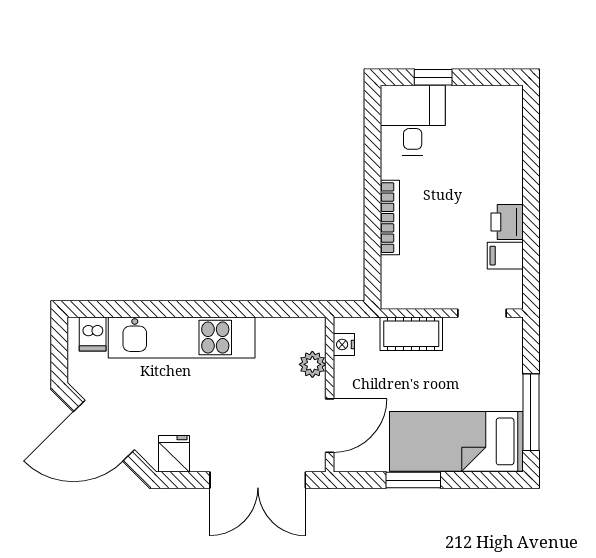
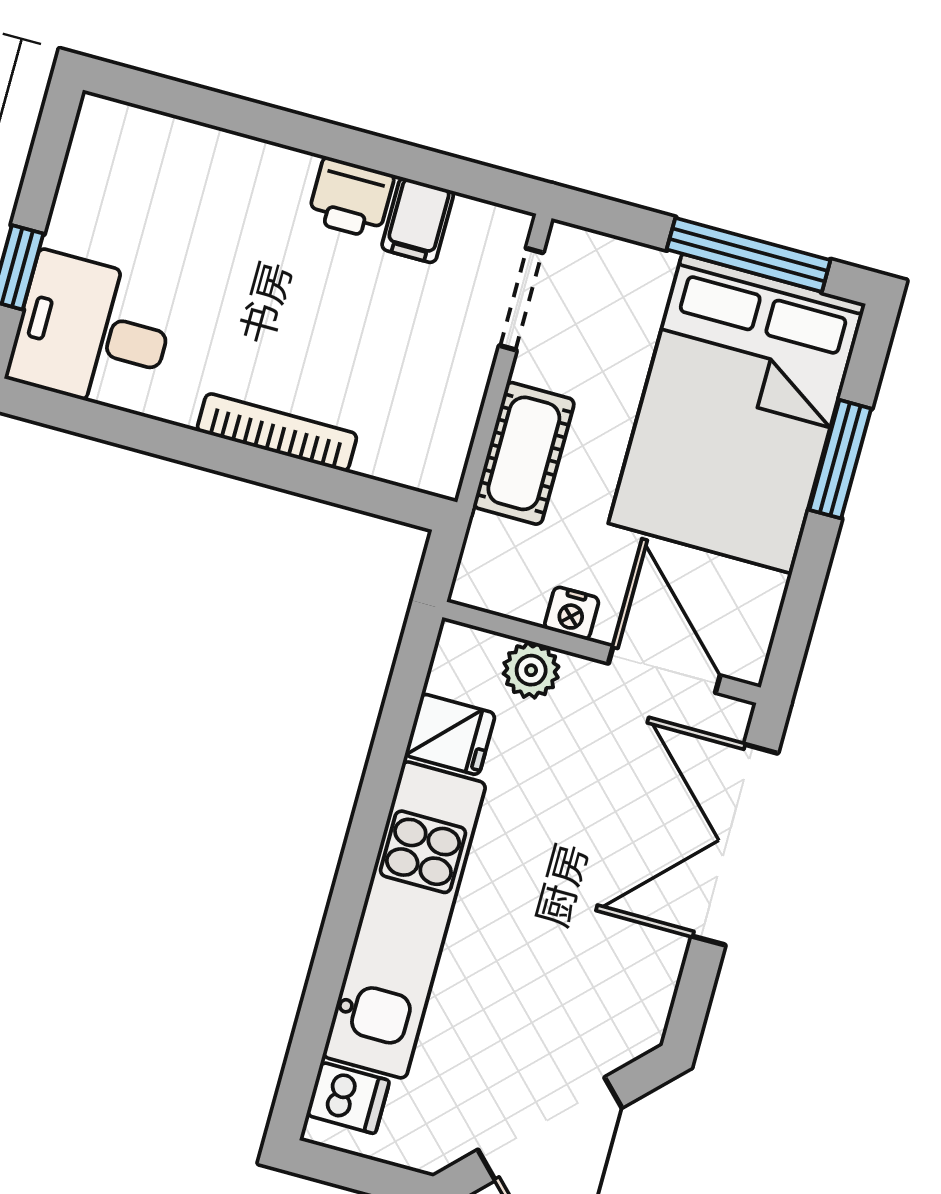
nightstand: (344, 345) -> (572, 613), moved
bed: (456, 441) -> (736, 413), width x1.50
fridge: (174, 454) -> (450, 734), moved, turned 180
double door: (258, 480) -> (735, 845), swing flipped
window: (413, 480) -> (840, 459), moved

